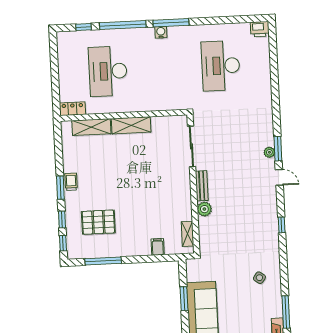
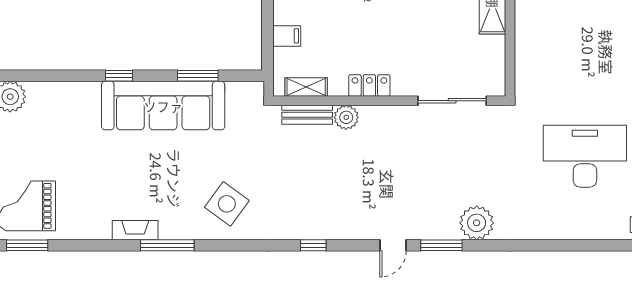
plant: (269, 152) -> (477, 223), moved, width x1.88, depth x1.88
bench: (202, 186) -> (307, 115), moved
locker: (185, 196) -> (369, 85), added
side table: (259, 278) -> (227, 204), width x1.87, depth x1.87

